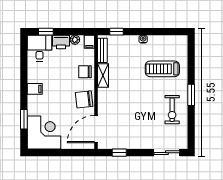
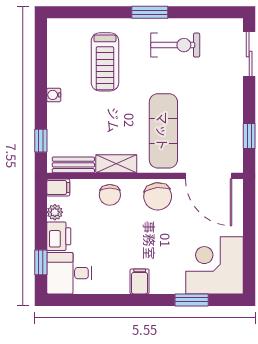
exercise mat: (122, 103) -> (163, 131), added

